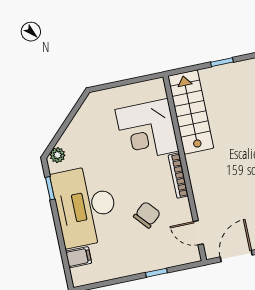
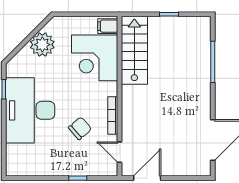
plant: (57, 155) -> (42, 45), moved, width x1.87, depth x1.87
bookcase: (178, 176) -> (113, 116), moved
filing cabinet: (79, 257) -> (108, 26), moved, turned 180

